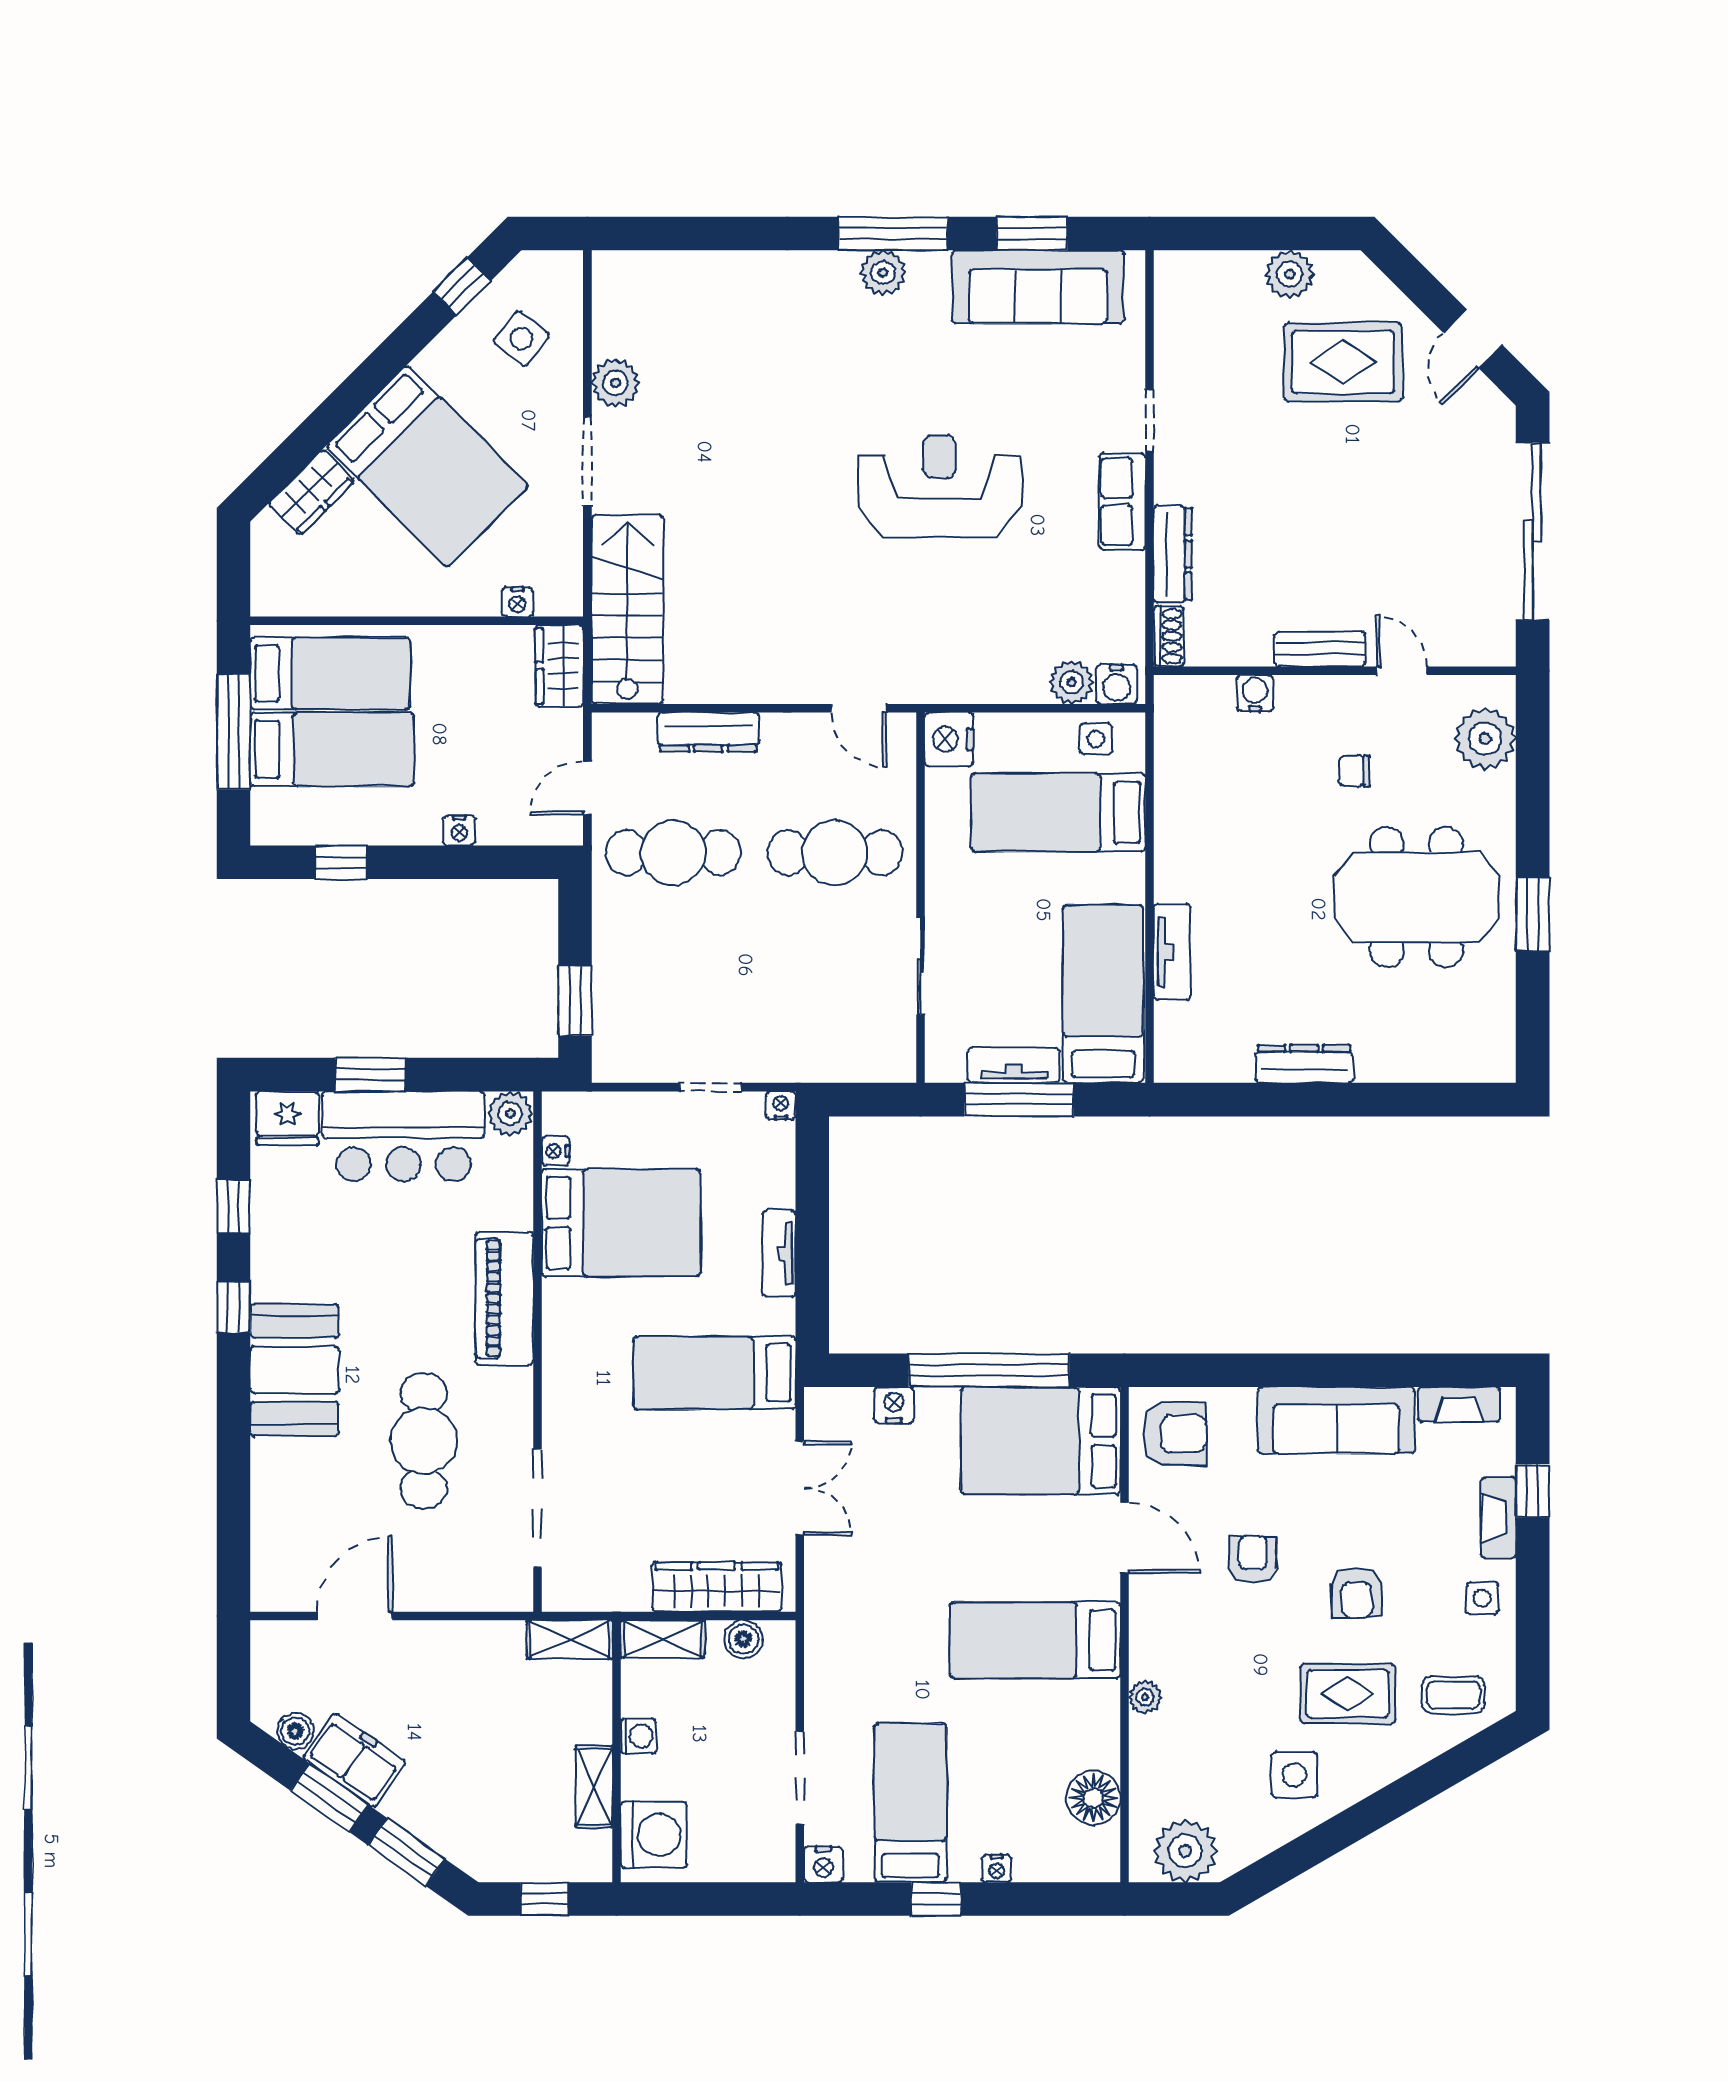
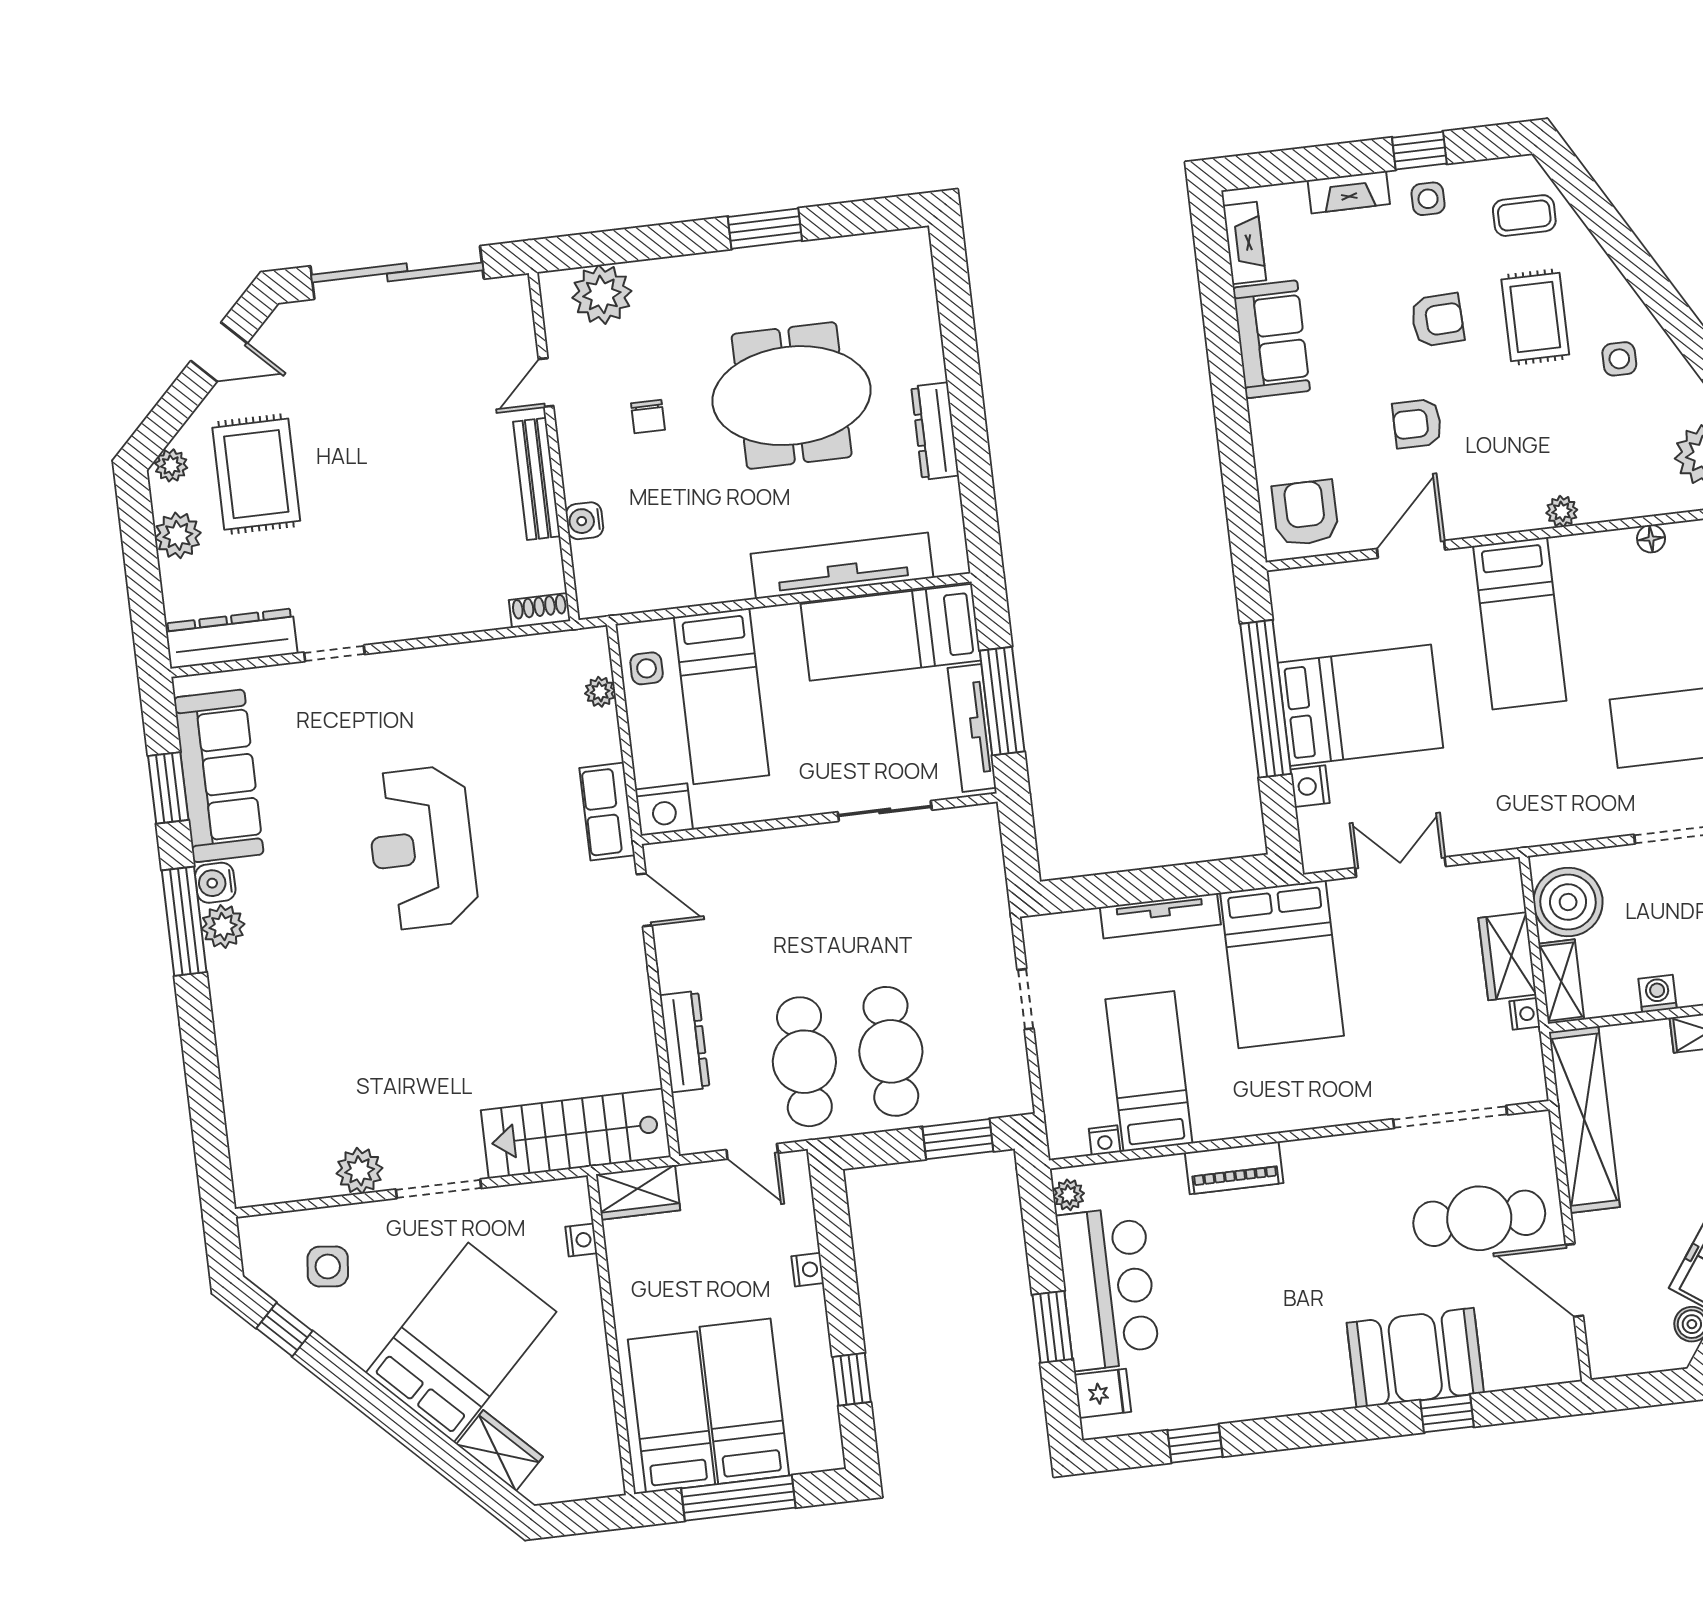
plant: (1362, 276) -> (171, 465), added
side table: (521, 339) -> (328, 1267), turned -32
row of seats: (1122, 502) -> (607, 812), moved, turned 90
dresser: (1173, 554) -> (231, 639), moved, width x1.37, depth x1.24
bench: (1320, 649) -> (537, 479), width x1.36
plant: (1072, 682) -> (600, 692), width x0.73, depth x0.73
water cooler: (1117, 684) -> (215, 883), moved, turned 180
door: (859, 708) -> (644, 900), hinge flipped
cafe table: (835, 853) -> (891, 1051), moved
meeting table: (1416, 897) -> (792, 396), moved, turned 90
tv unit: (1172, 952) -> (842, 566), width x1.92, depth x1.29
tv unit: (1014, 1065) -> (972, 728), width x1.41
nightstand: (781, 1105) -> (1525, 1014), moved, turned 180
plant: (510, 1114) -> (1069, 1195), width x0.73, depth x0.73
fridge: (288, 1118) -> (1103, 1393), width x0.72
bed: (621, 1223) -> (1149, 1071), width x0.67
tv unit: (779, 1253) -> (1160, 916), width x1.41
piano: (504, 1298) -> (1234, 1168), width x0.73, depth x0.75
window: (233, 1307) -> (1447, 1413), moved
booth: (295, 1370) -> (1415, 1358), moved
bed: (715, 1373) -> (1282, 964), width x1.50
sofa: (1336, 1420) -> (1271, 339), width x0.73
cafe table: (424, 1441) -> (1479, 1218), moved
bed: (1041, 1441) -> (1360, 705), moved, turned -90
window: (1533, 1491) -> (1419, 151), moved
wardrobe: (717, 1587) -> (1507, 956), width x0.67
shelving: (570, 1639) -> (1584, 1120), width x2.20, depth x1.33
boiler: (743, 1639) -> (1568, 902), width x1.86, depth x1.86
coffee table: (1453, 1695) -> (1524, 216), turned 90
side table: (1294, 1775) -> (1619, 359), width x0.73, depth x0.73
floor lamp: (1093, 1798) -> (1651, 539), width x0.53, depth x0.53

